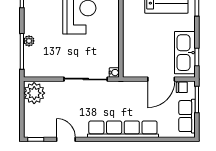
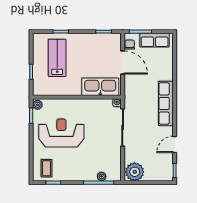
plant: (29, 41) -> (102, 176), moved
kitchen sink: (185, 53) -> (100, 87), moved, turned 180
row of seats: (123, 129) -> (166, 103), width x0.73

